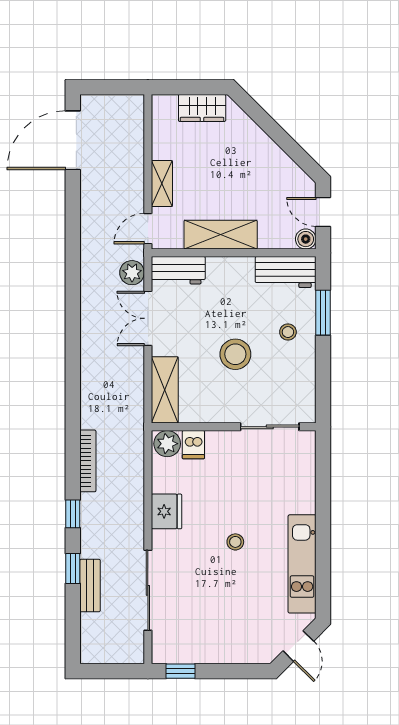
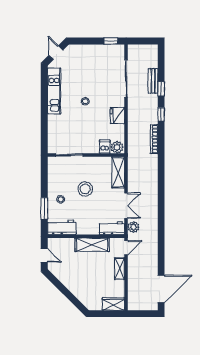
wardrobe: (202, 108) -> (113, 304), moved
boiler: (306, 239) -> (52, 243), removed

